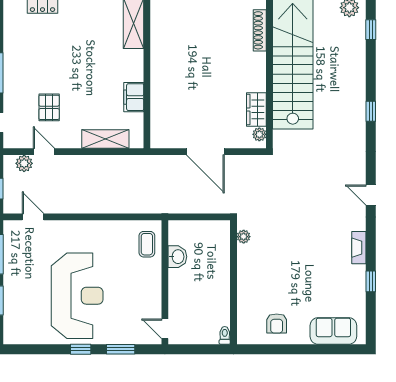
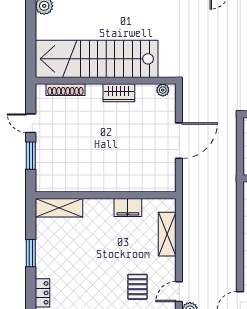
pallet: (49, 107) -> (137, 287), turned 90
wardrobe: (256, 109) -> (119, 93), moved

